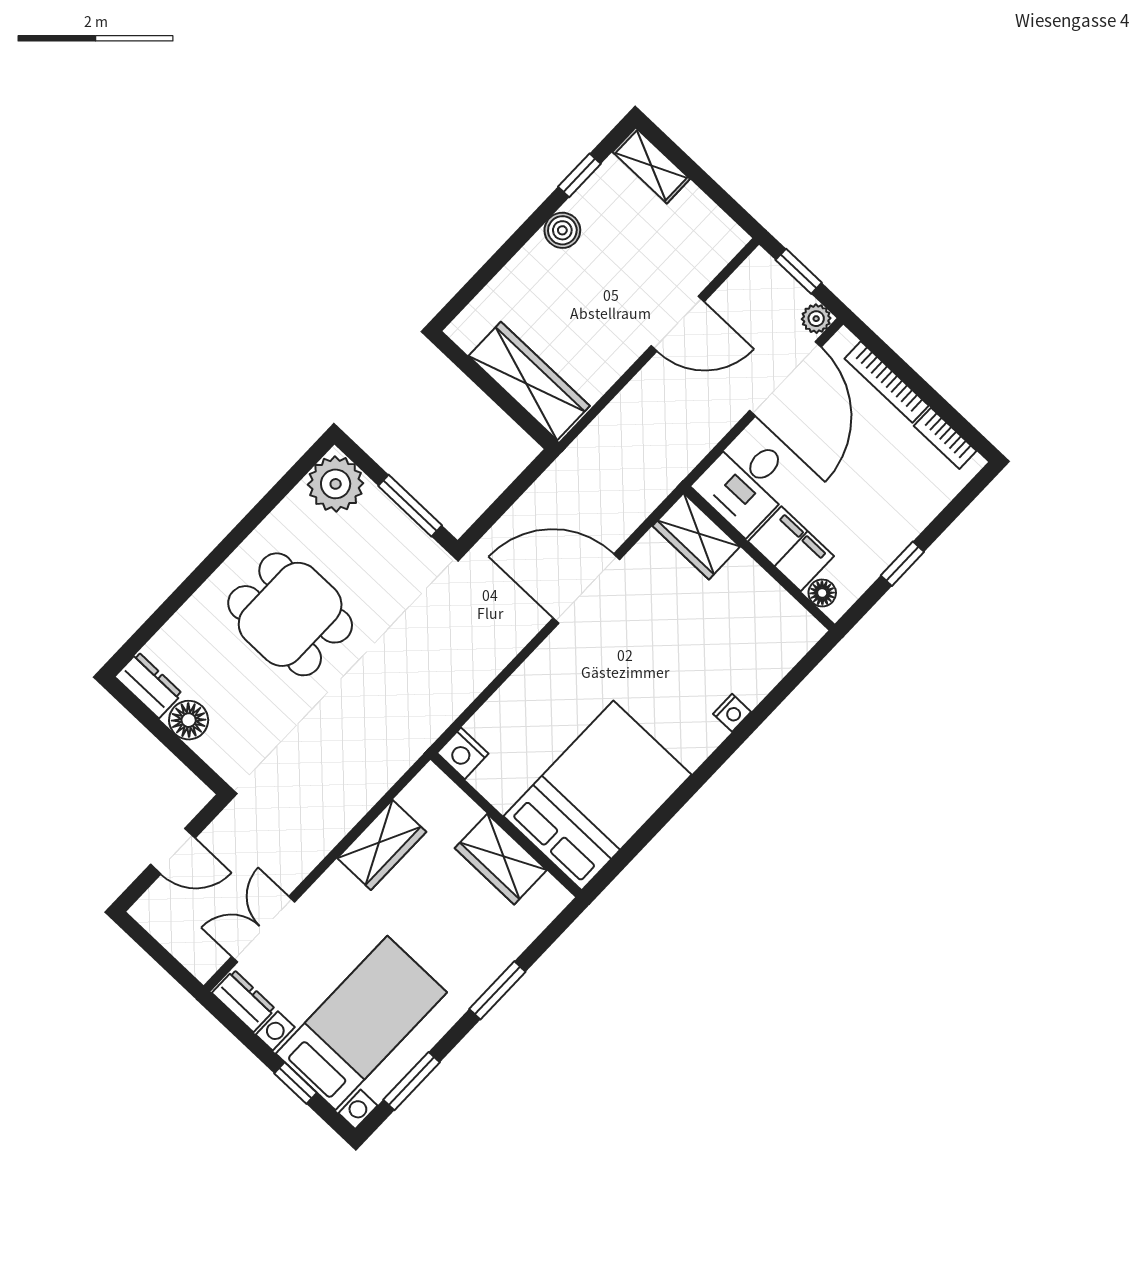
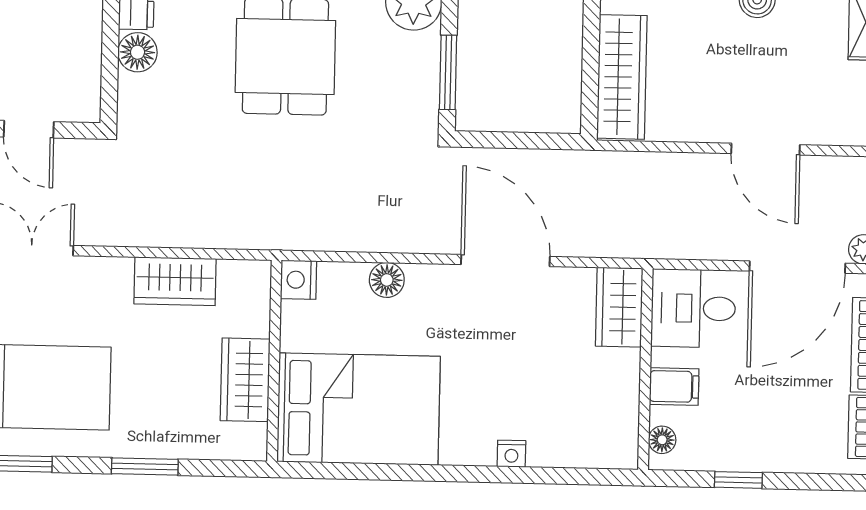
filing cabinet: (791, 549) -> (674, 387), width x0.50
floor lamp: (522, 689) -> (387, 280), added

